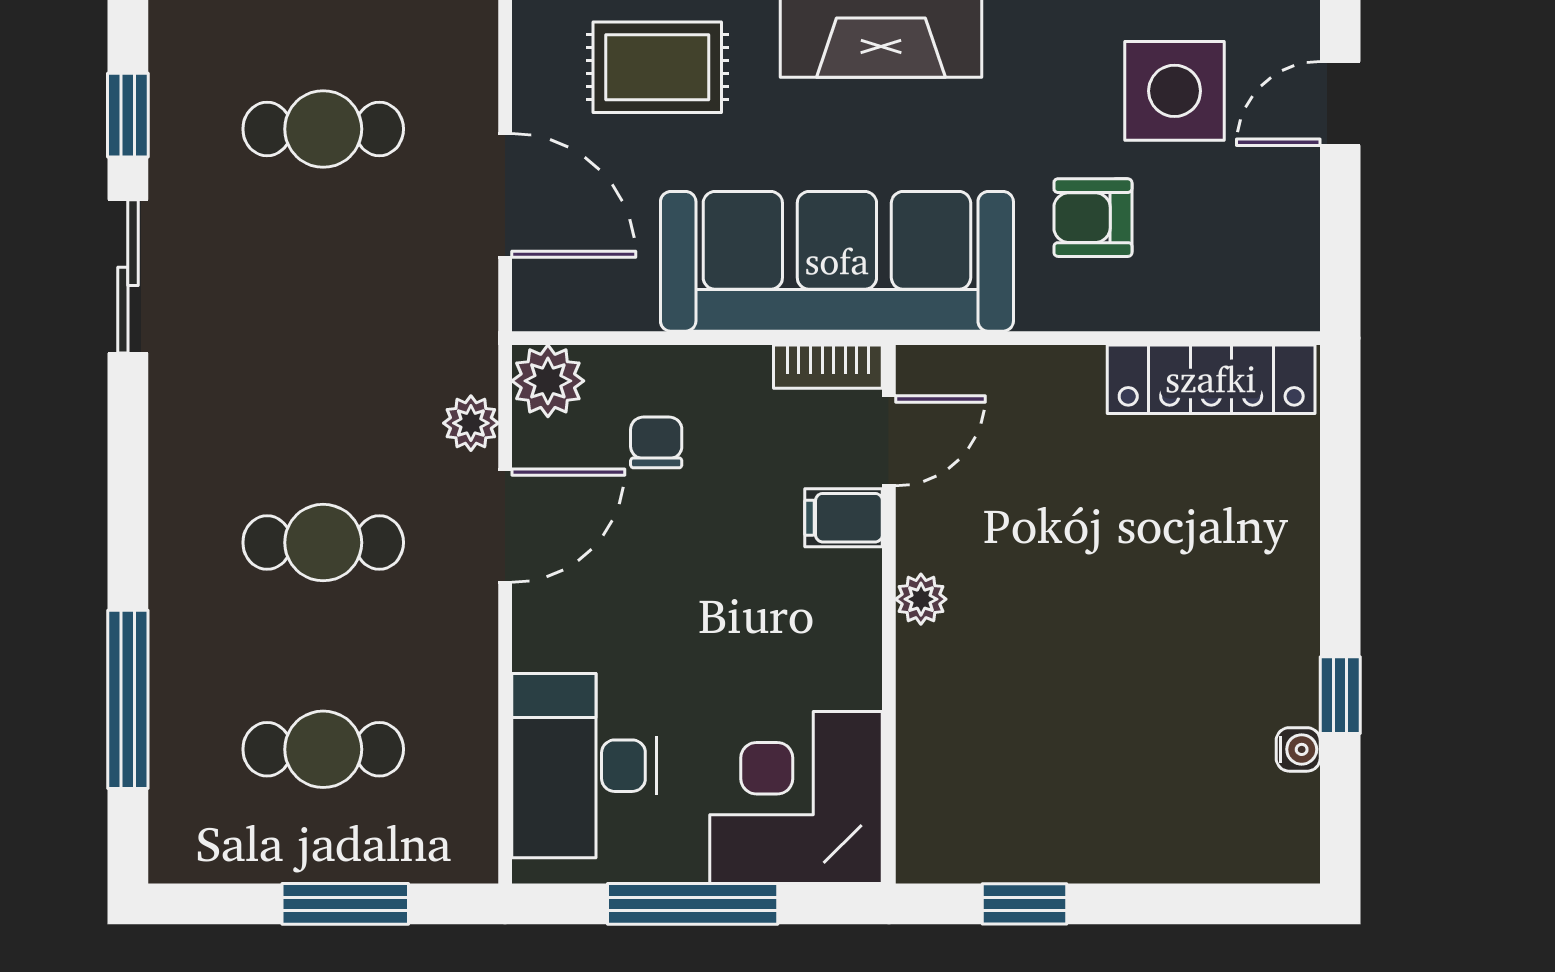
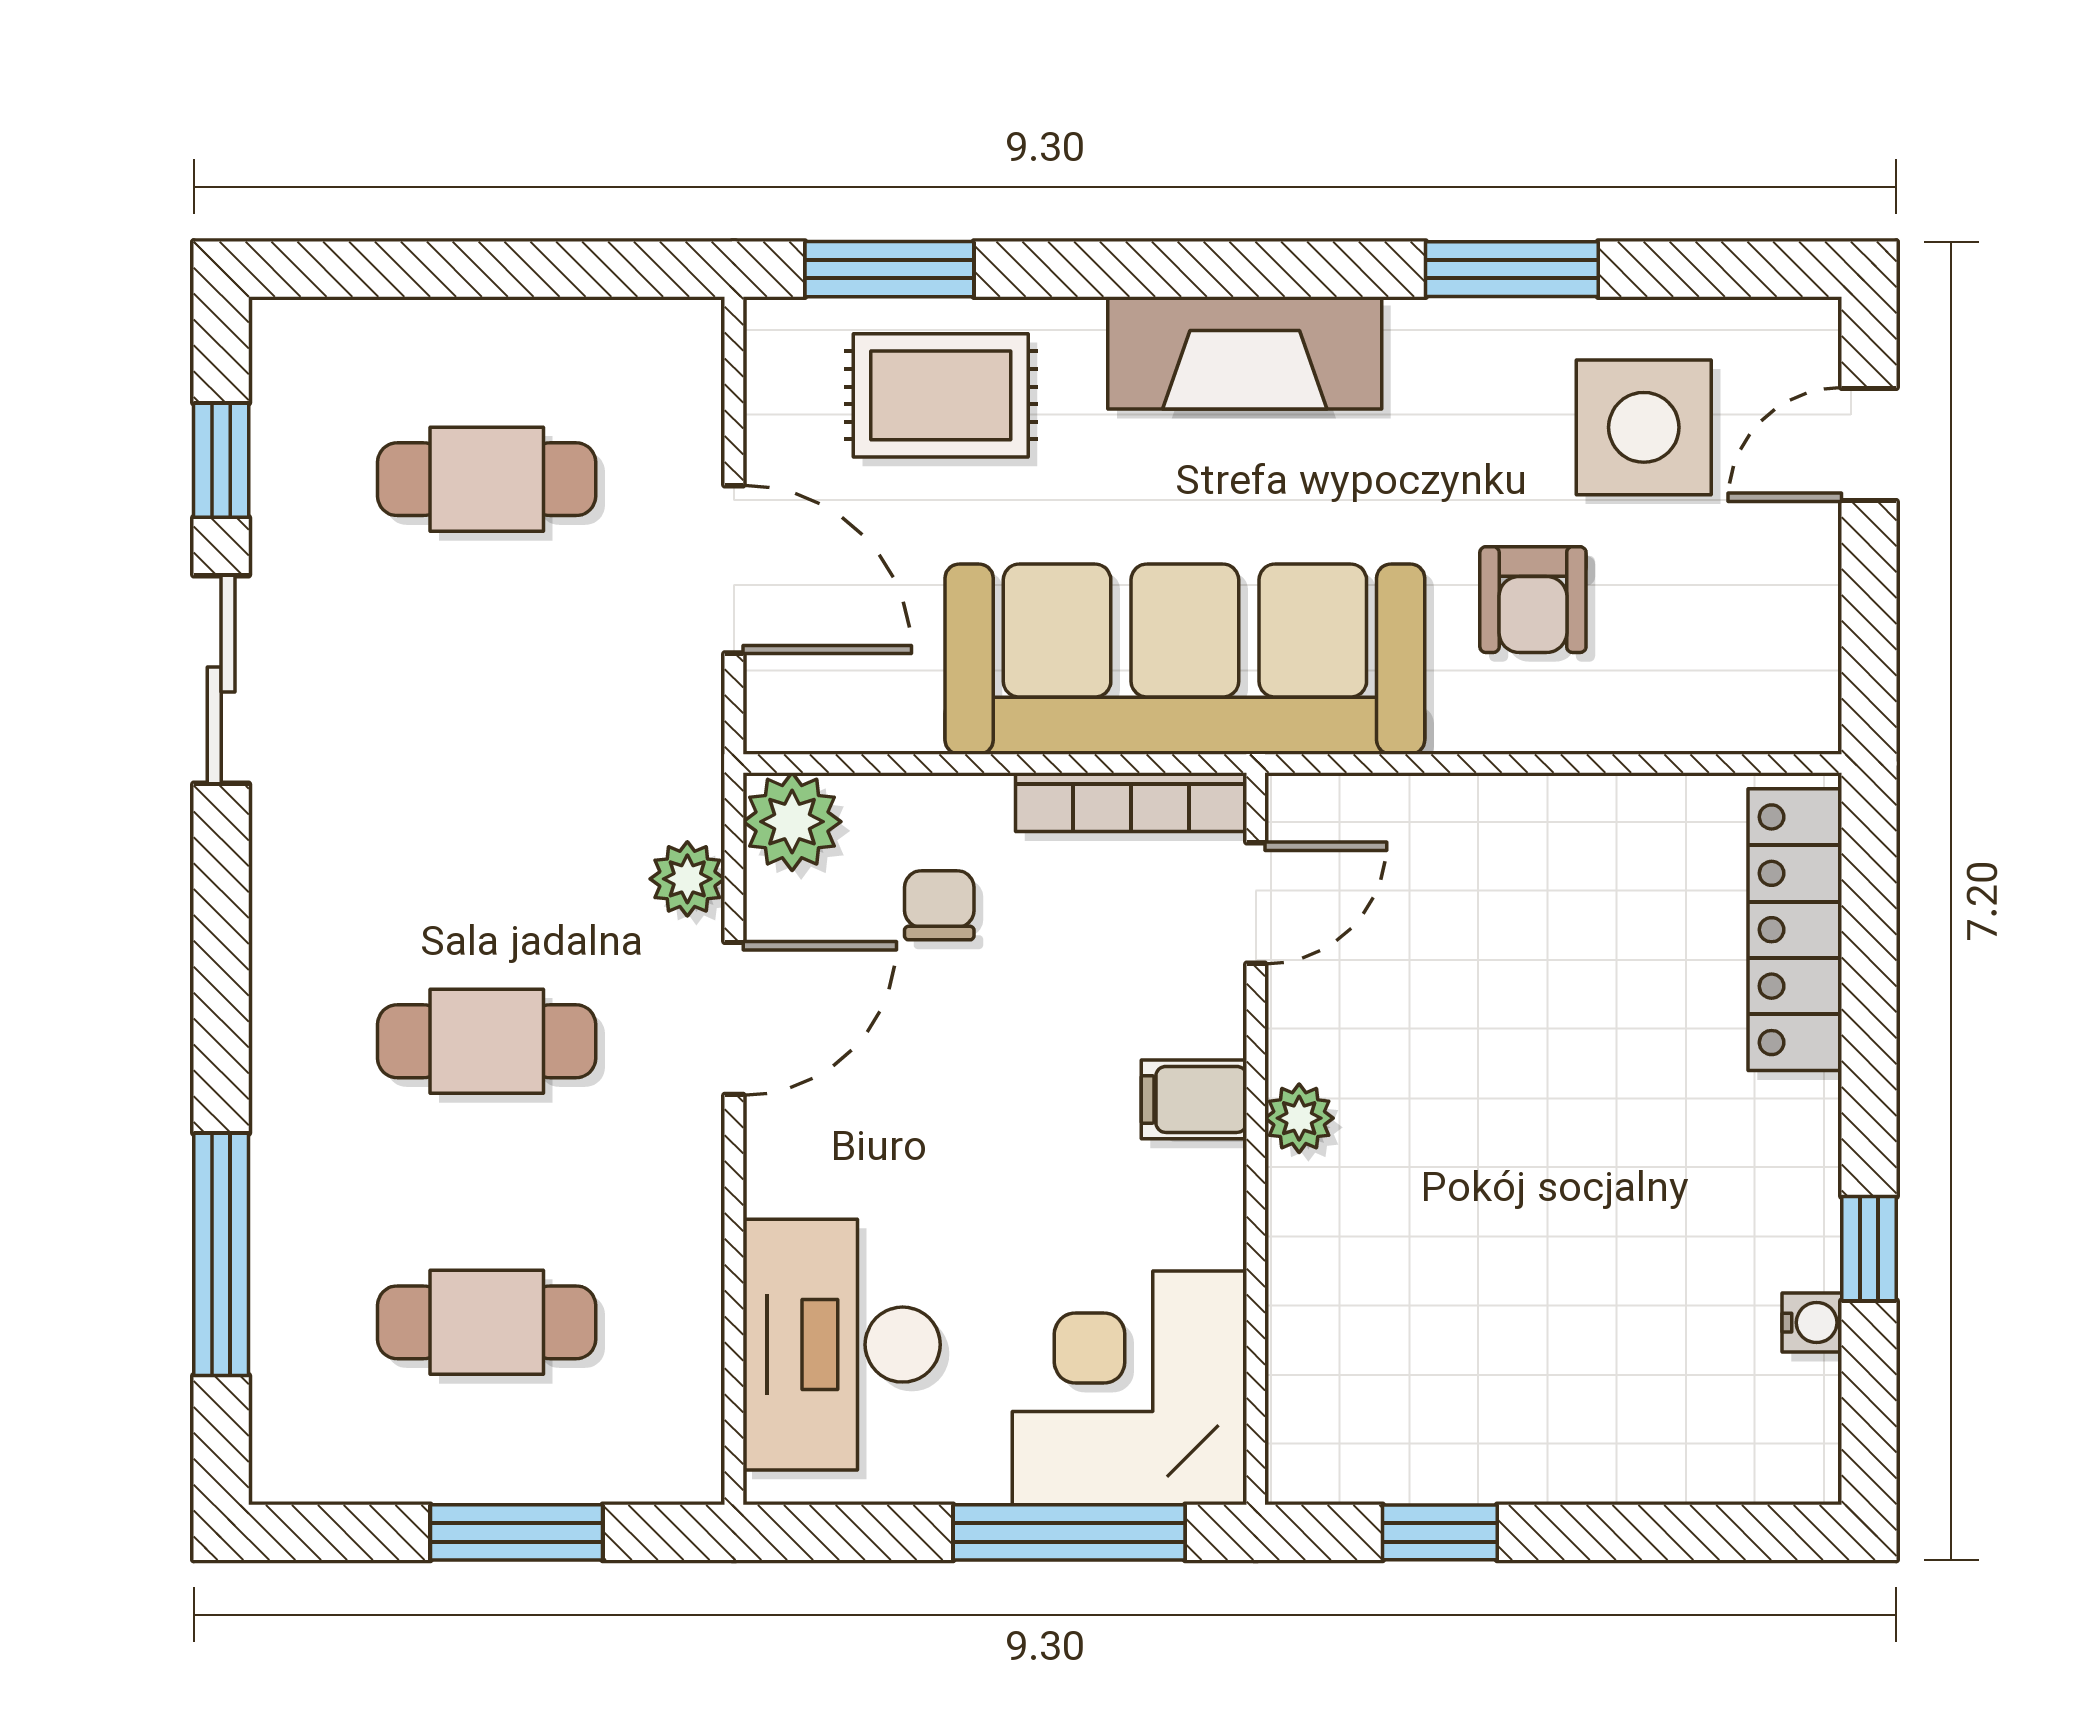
armchair: (1093, 218) -> (1533, 600), turned -90
bookcase: (828, 367) -> (1131, 802), width x1.56
locker: (1211, 379) -> (1795, 930), moved, turned 90
filing cabinet: (844, 518) -> (1194, 1099), moved
window: (693, 904) -> (1069, 1532), moved

